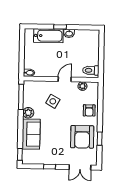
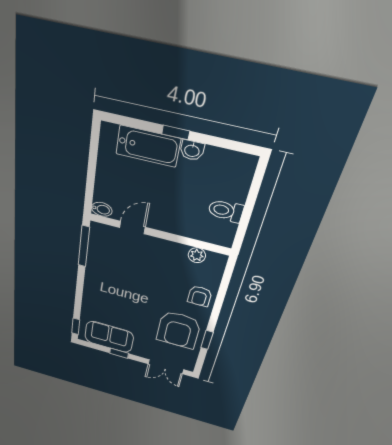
toilet: (91, 70) -> (226, 211), moved
door: (65, 79) -> (132, 227), moved
side table: (53, 101) -> (138, 267), removed
plant: (28, 113) -> (94, 273), removed
sofa: (31, 134) -> (109, 337), moved, turned -90

